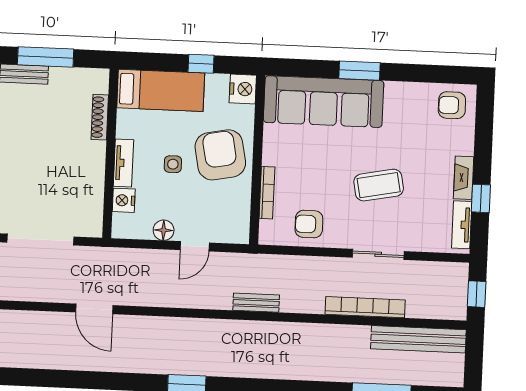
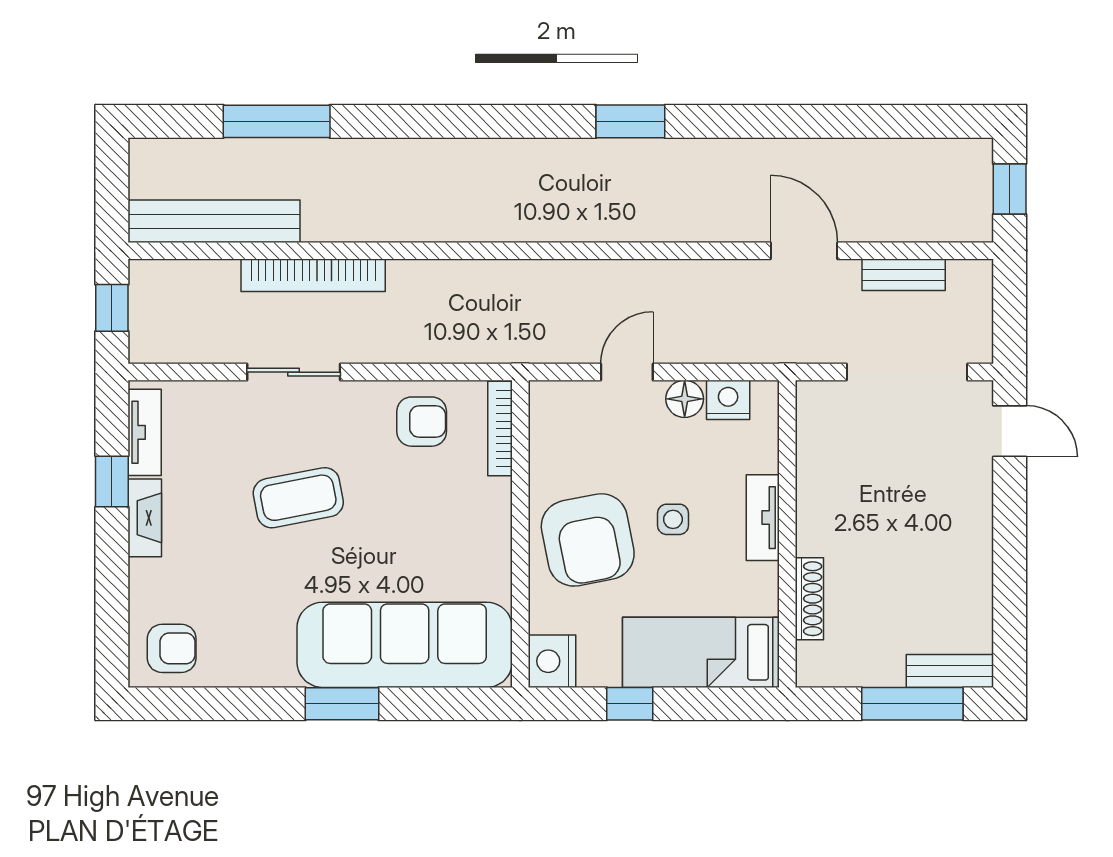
bookcase: (267, 193) -> (500, 429), moved
nightstand: (124, 200) -> (728, 400), moved, turned -90
bench: (256, 303) -> (904, 275), moved

